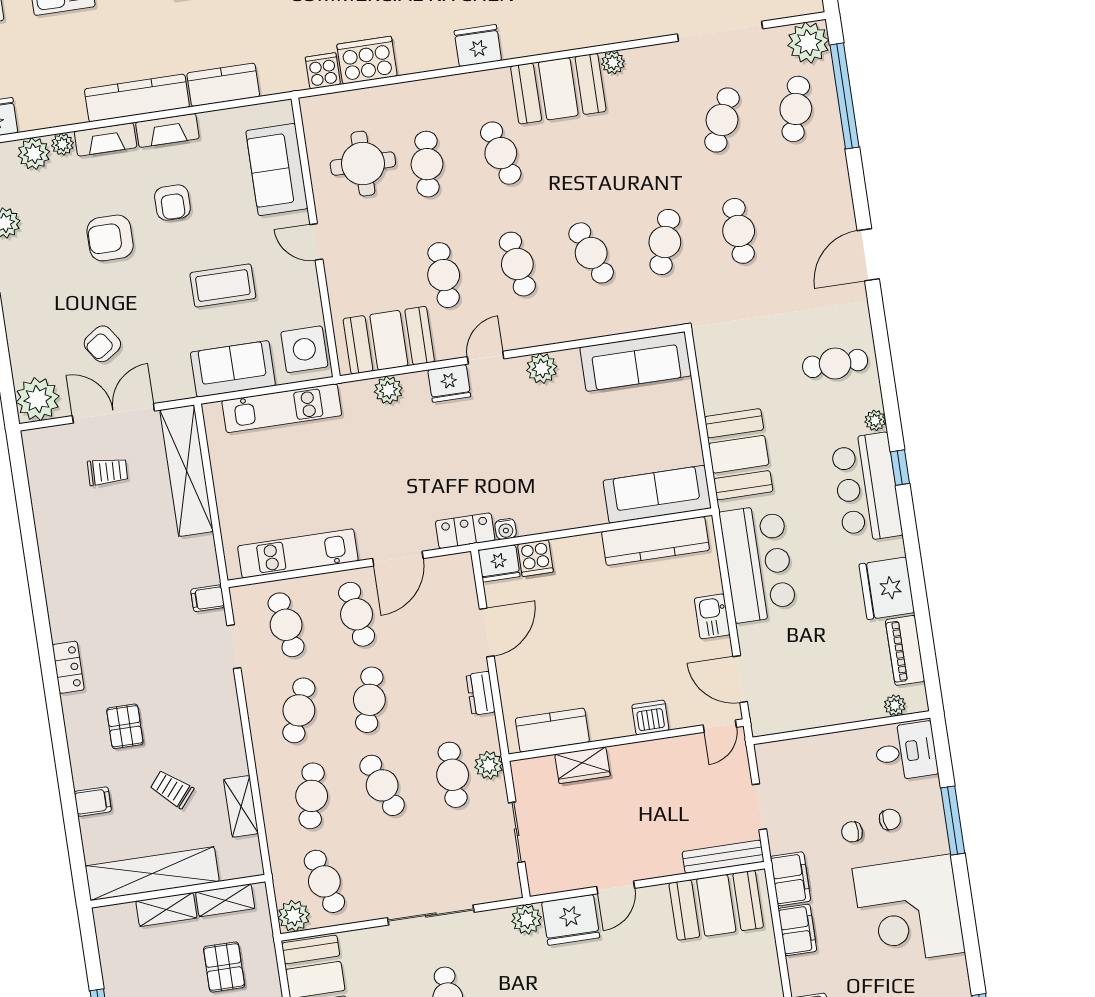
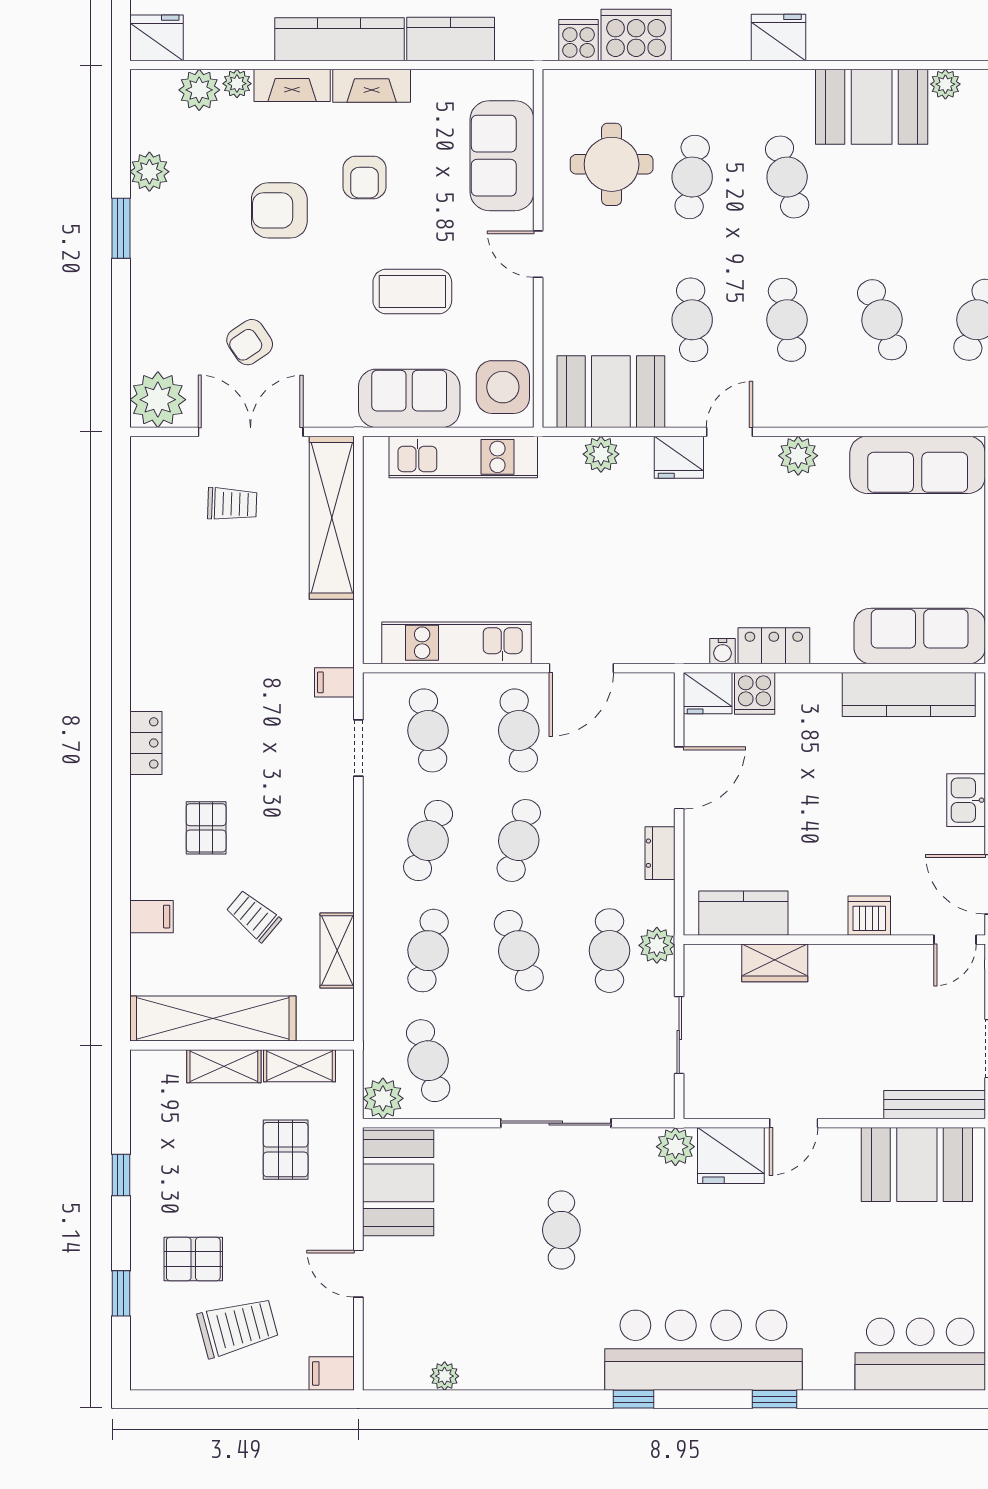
locker: (465, 531) -> (774, 646), moved

